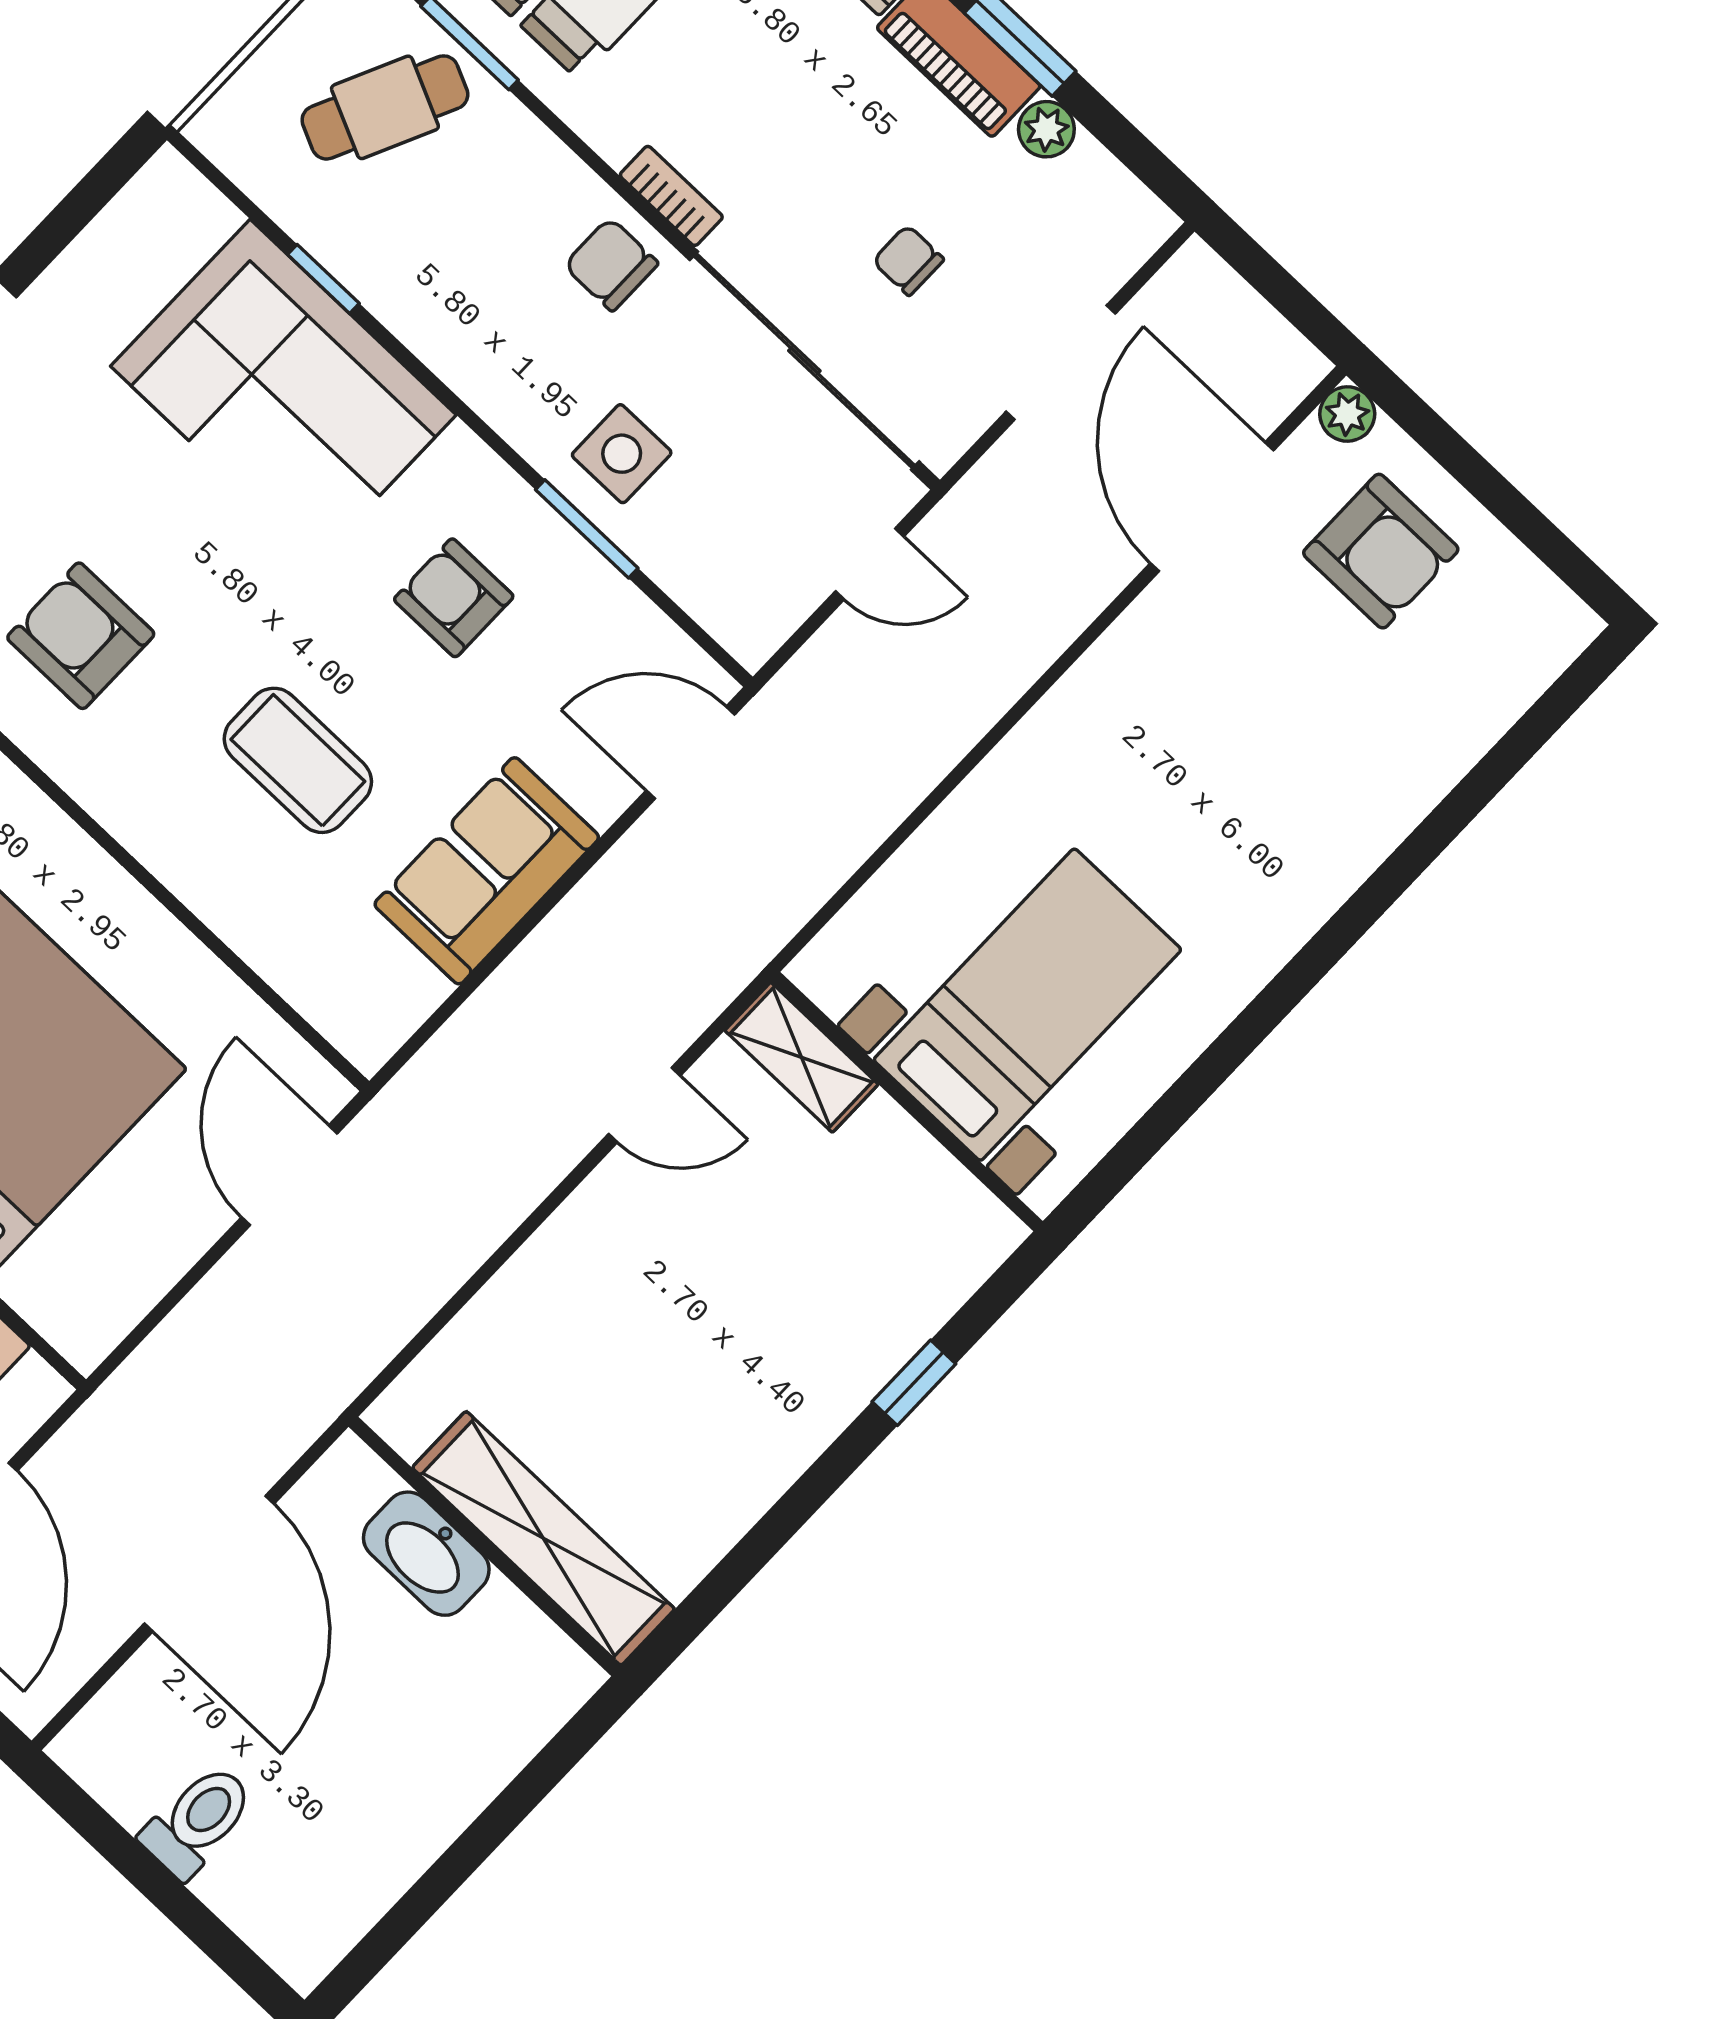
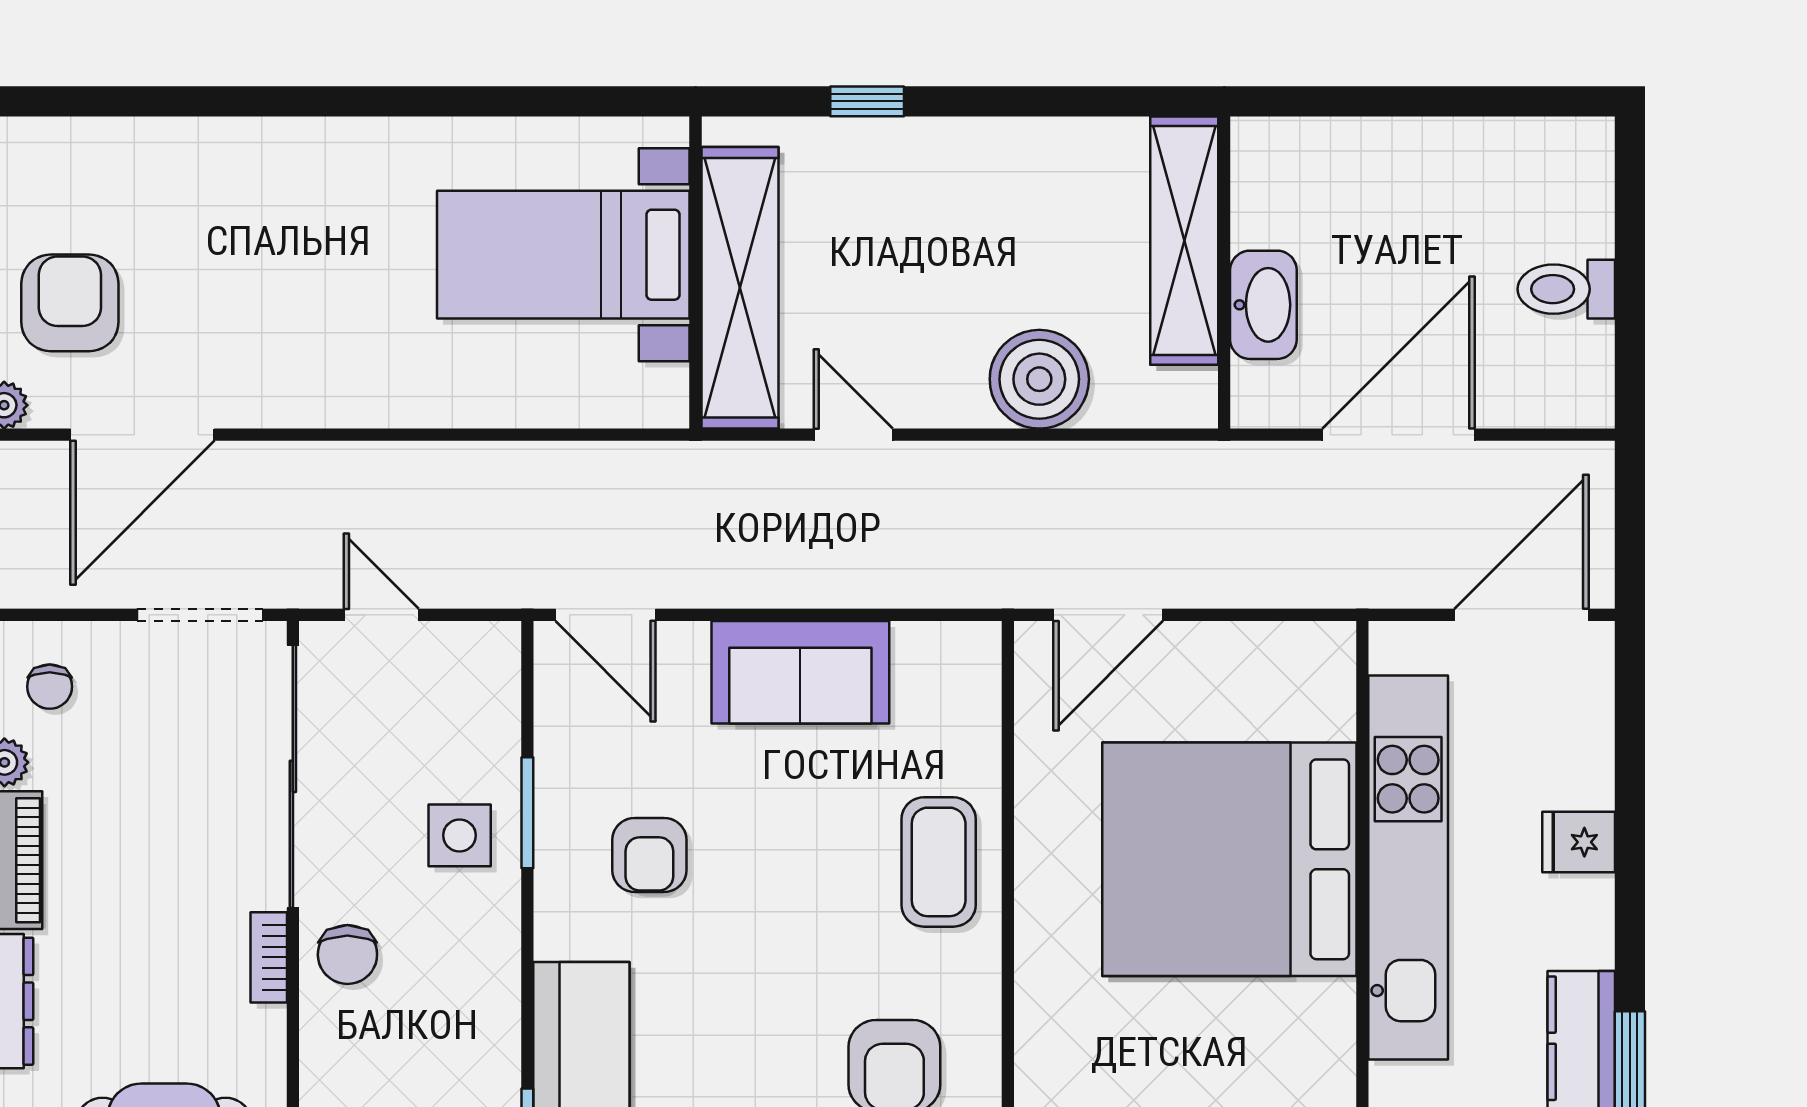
chair: (908, 260) -> (50, 687), moved
doorway: (1061, 363) -> (200, 615), moved
coffee table: (298, 760) -> (939, 862), moved
shelving: (802, 1057) -> (740, 288), width x2.20, depth x1.33
boiler: (543, 1306) -> (1039, 379), added

